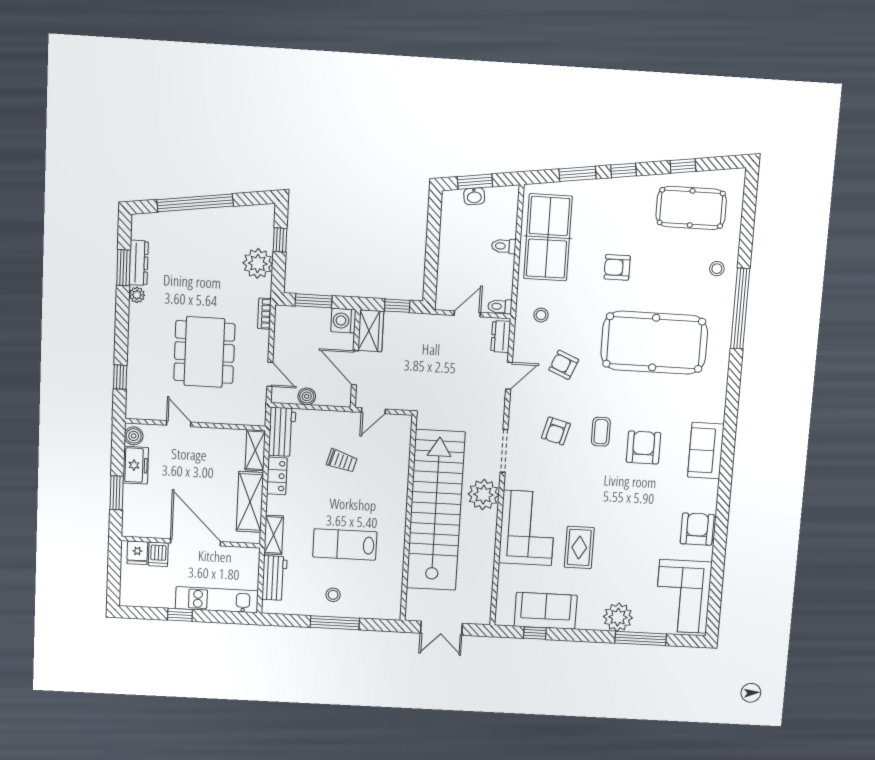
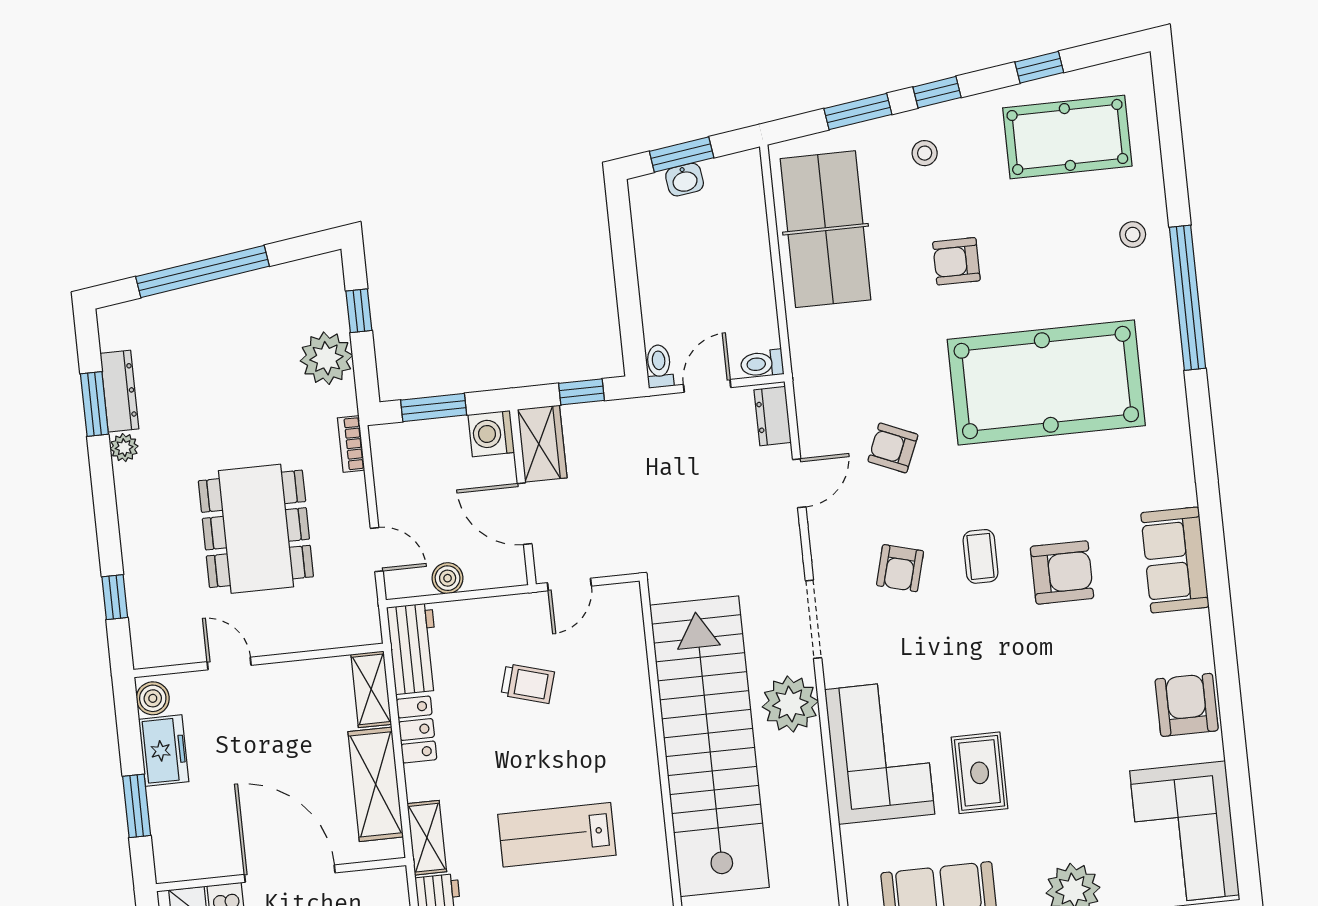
toilet: (504, 246) -> (659, 366), moved, turned 90
stool: (541, 315) -> (925, 153), moved
armchair: (643, 447) -> (1062, 572), turned 90

